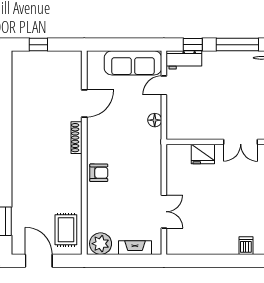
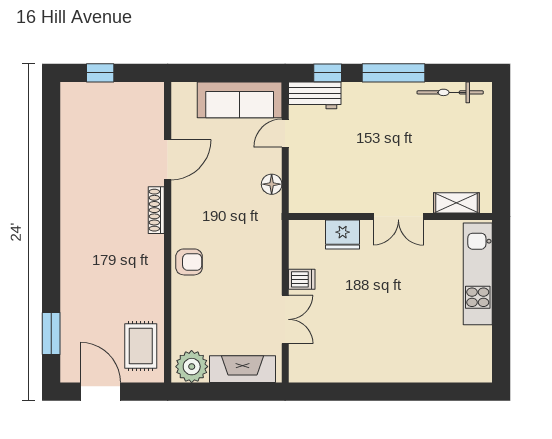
dishwasher: (246, 246) -> (302, 279), moved, turned 90
fireplace: (135, 248) -> (242, 369), width x1.37, depth x1.32

